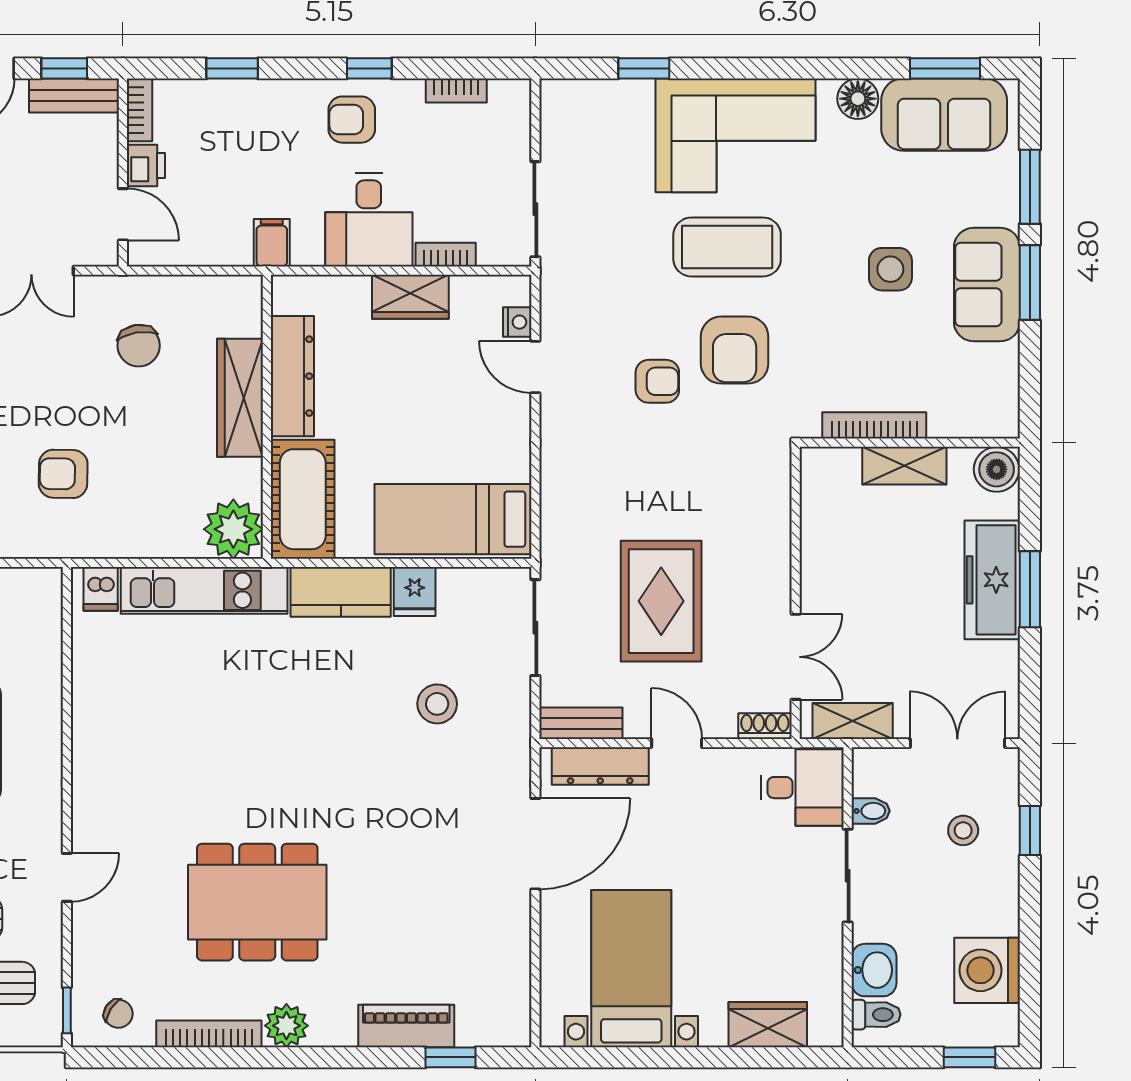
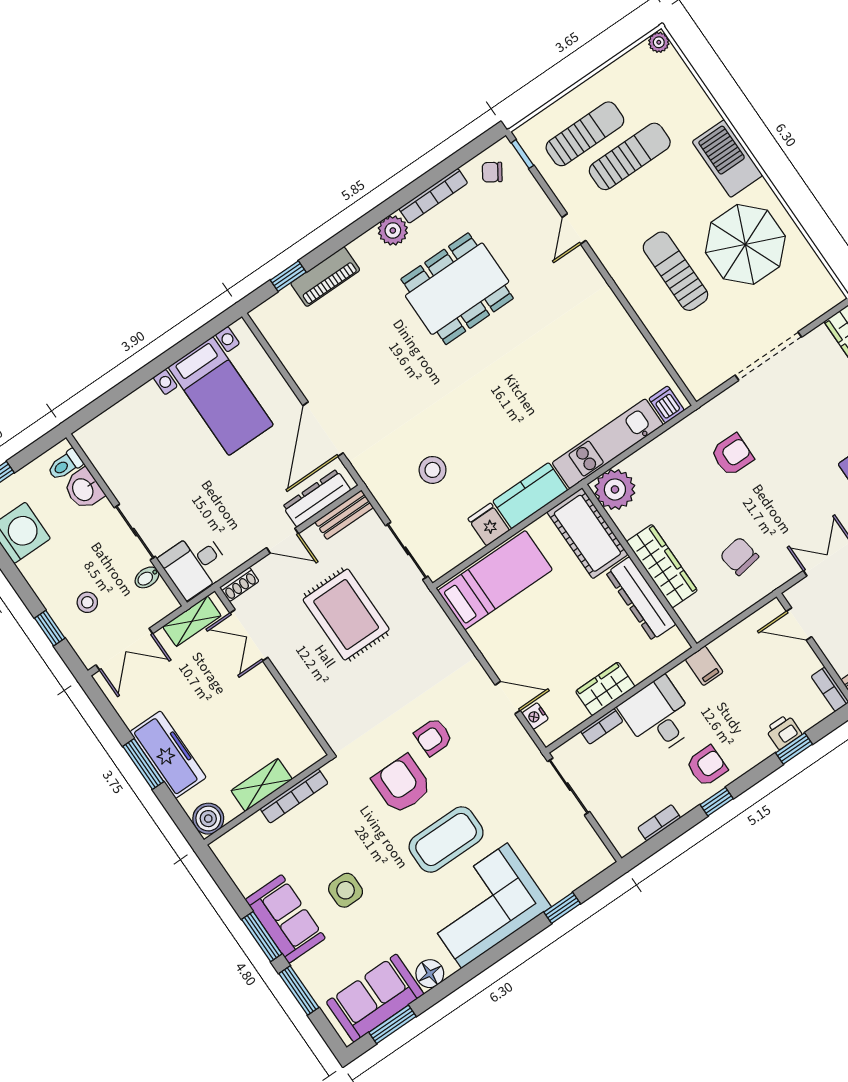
printer: (146, 165) -> (784, 732), moved, turned 90
wardrobe: (768, 1025) -> (122, 417), removed

